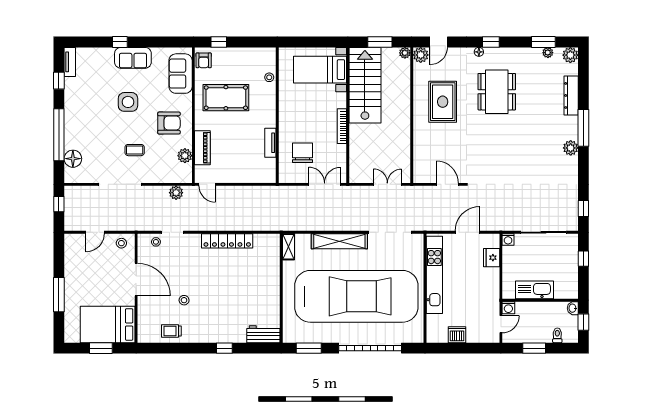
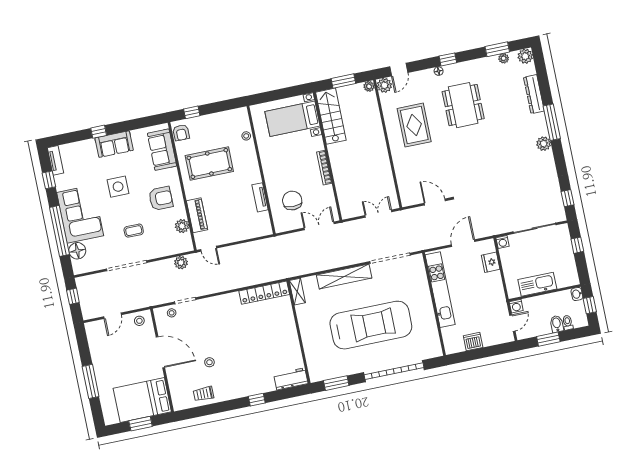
stairs: (365, 85) -> (331, 116), width x0.73, depth x0.66
corner sofa: (84, 122) -> (80, 214), added
locker: (227, 241) -> (264, 293), moved
car: (356, 296) -> (371, 325), width x0.73, depth x0.67
bidet: (546, 334) -> (557, 324), added

